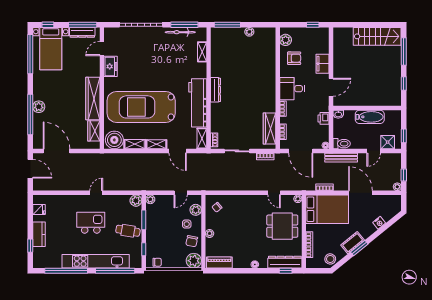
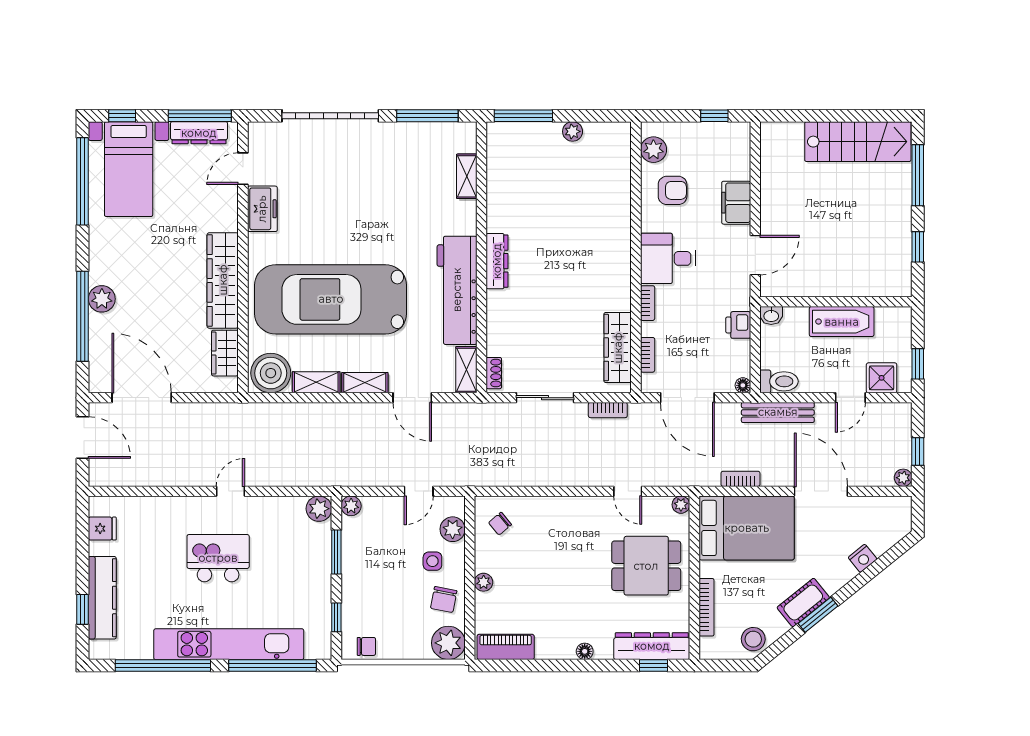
bicycle: (180, 32) -> (418, 132), removed
cafe table: (128, 231) -> (301, 576), removed
kitchen counter: (39, 234) -> (102, 598), width x1.50

